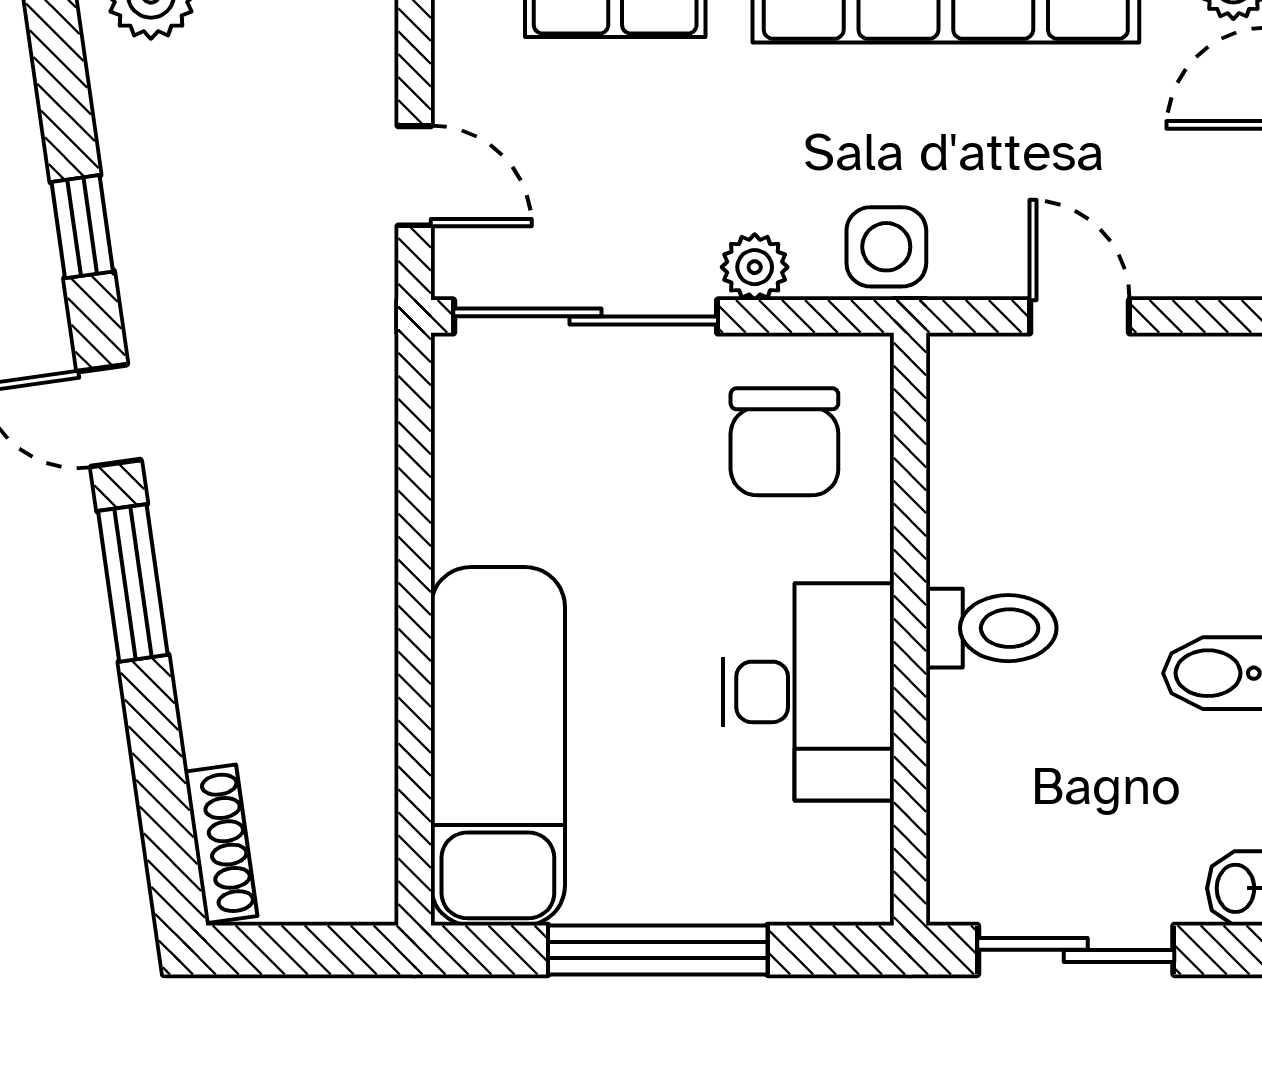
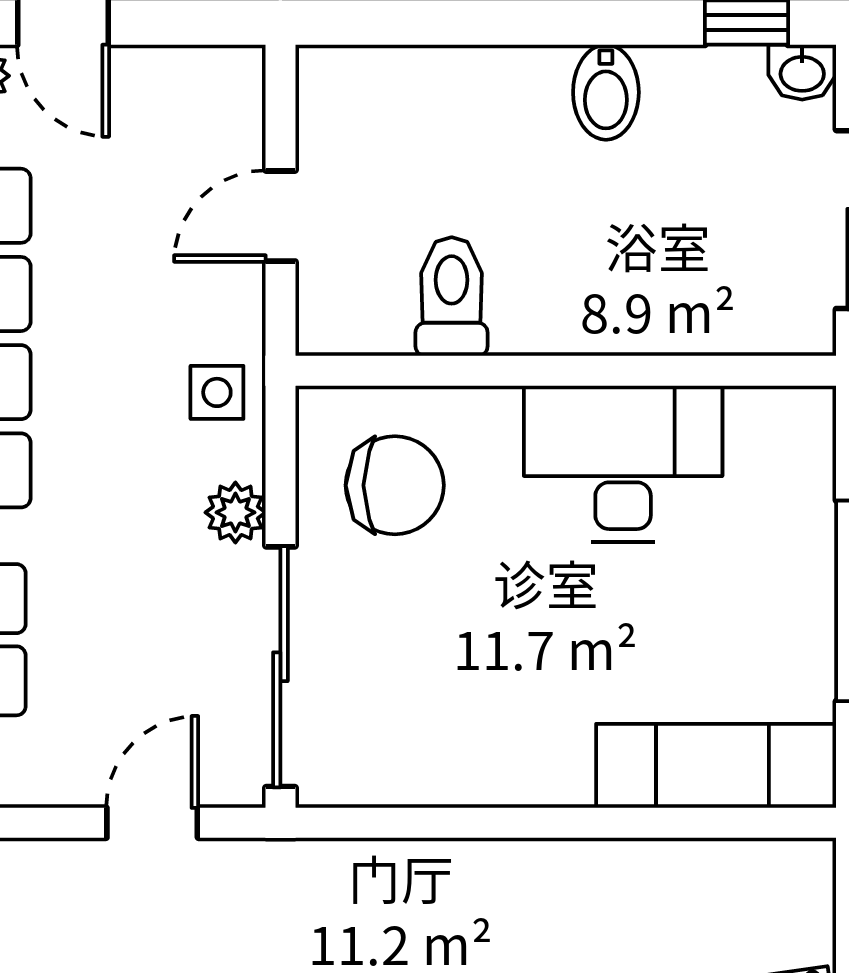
side table: (886, 247) -> (217, 392), width x0.73, depth x0.73
toilet: (991, 628) -> (452, 297), moved
exam couch: (498, 746) -> (716, 766), width x0.73, depth x0.69

